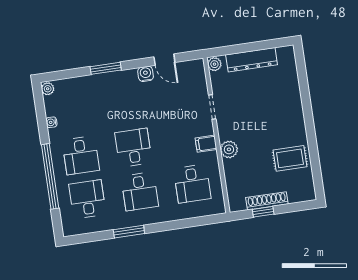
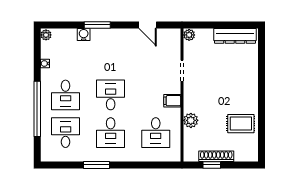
dresser: (252, 60) -> (235, 36), moved
water cooler: (146, 74) -> (84, 35), moved
plant: (229, 149) -> (191, 120), moved

